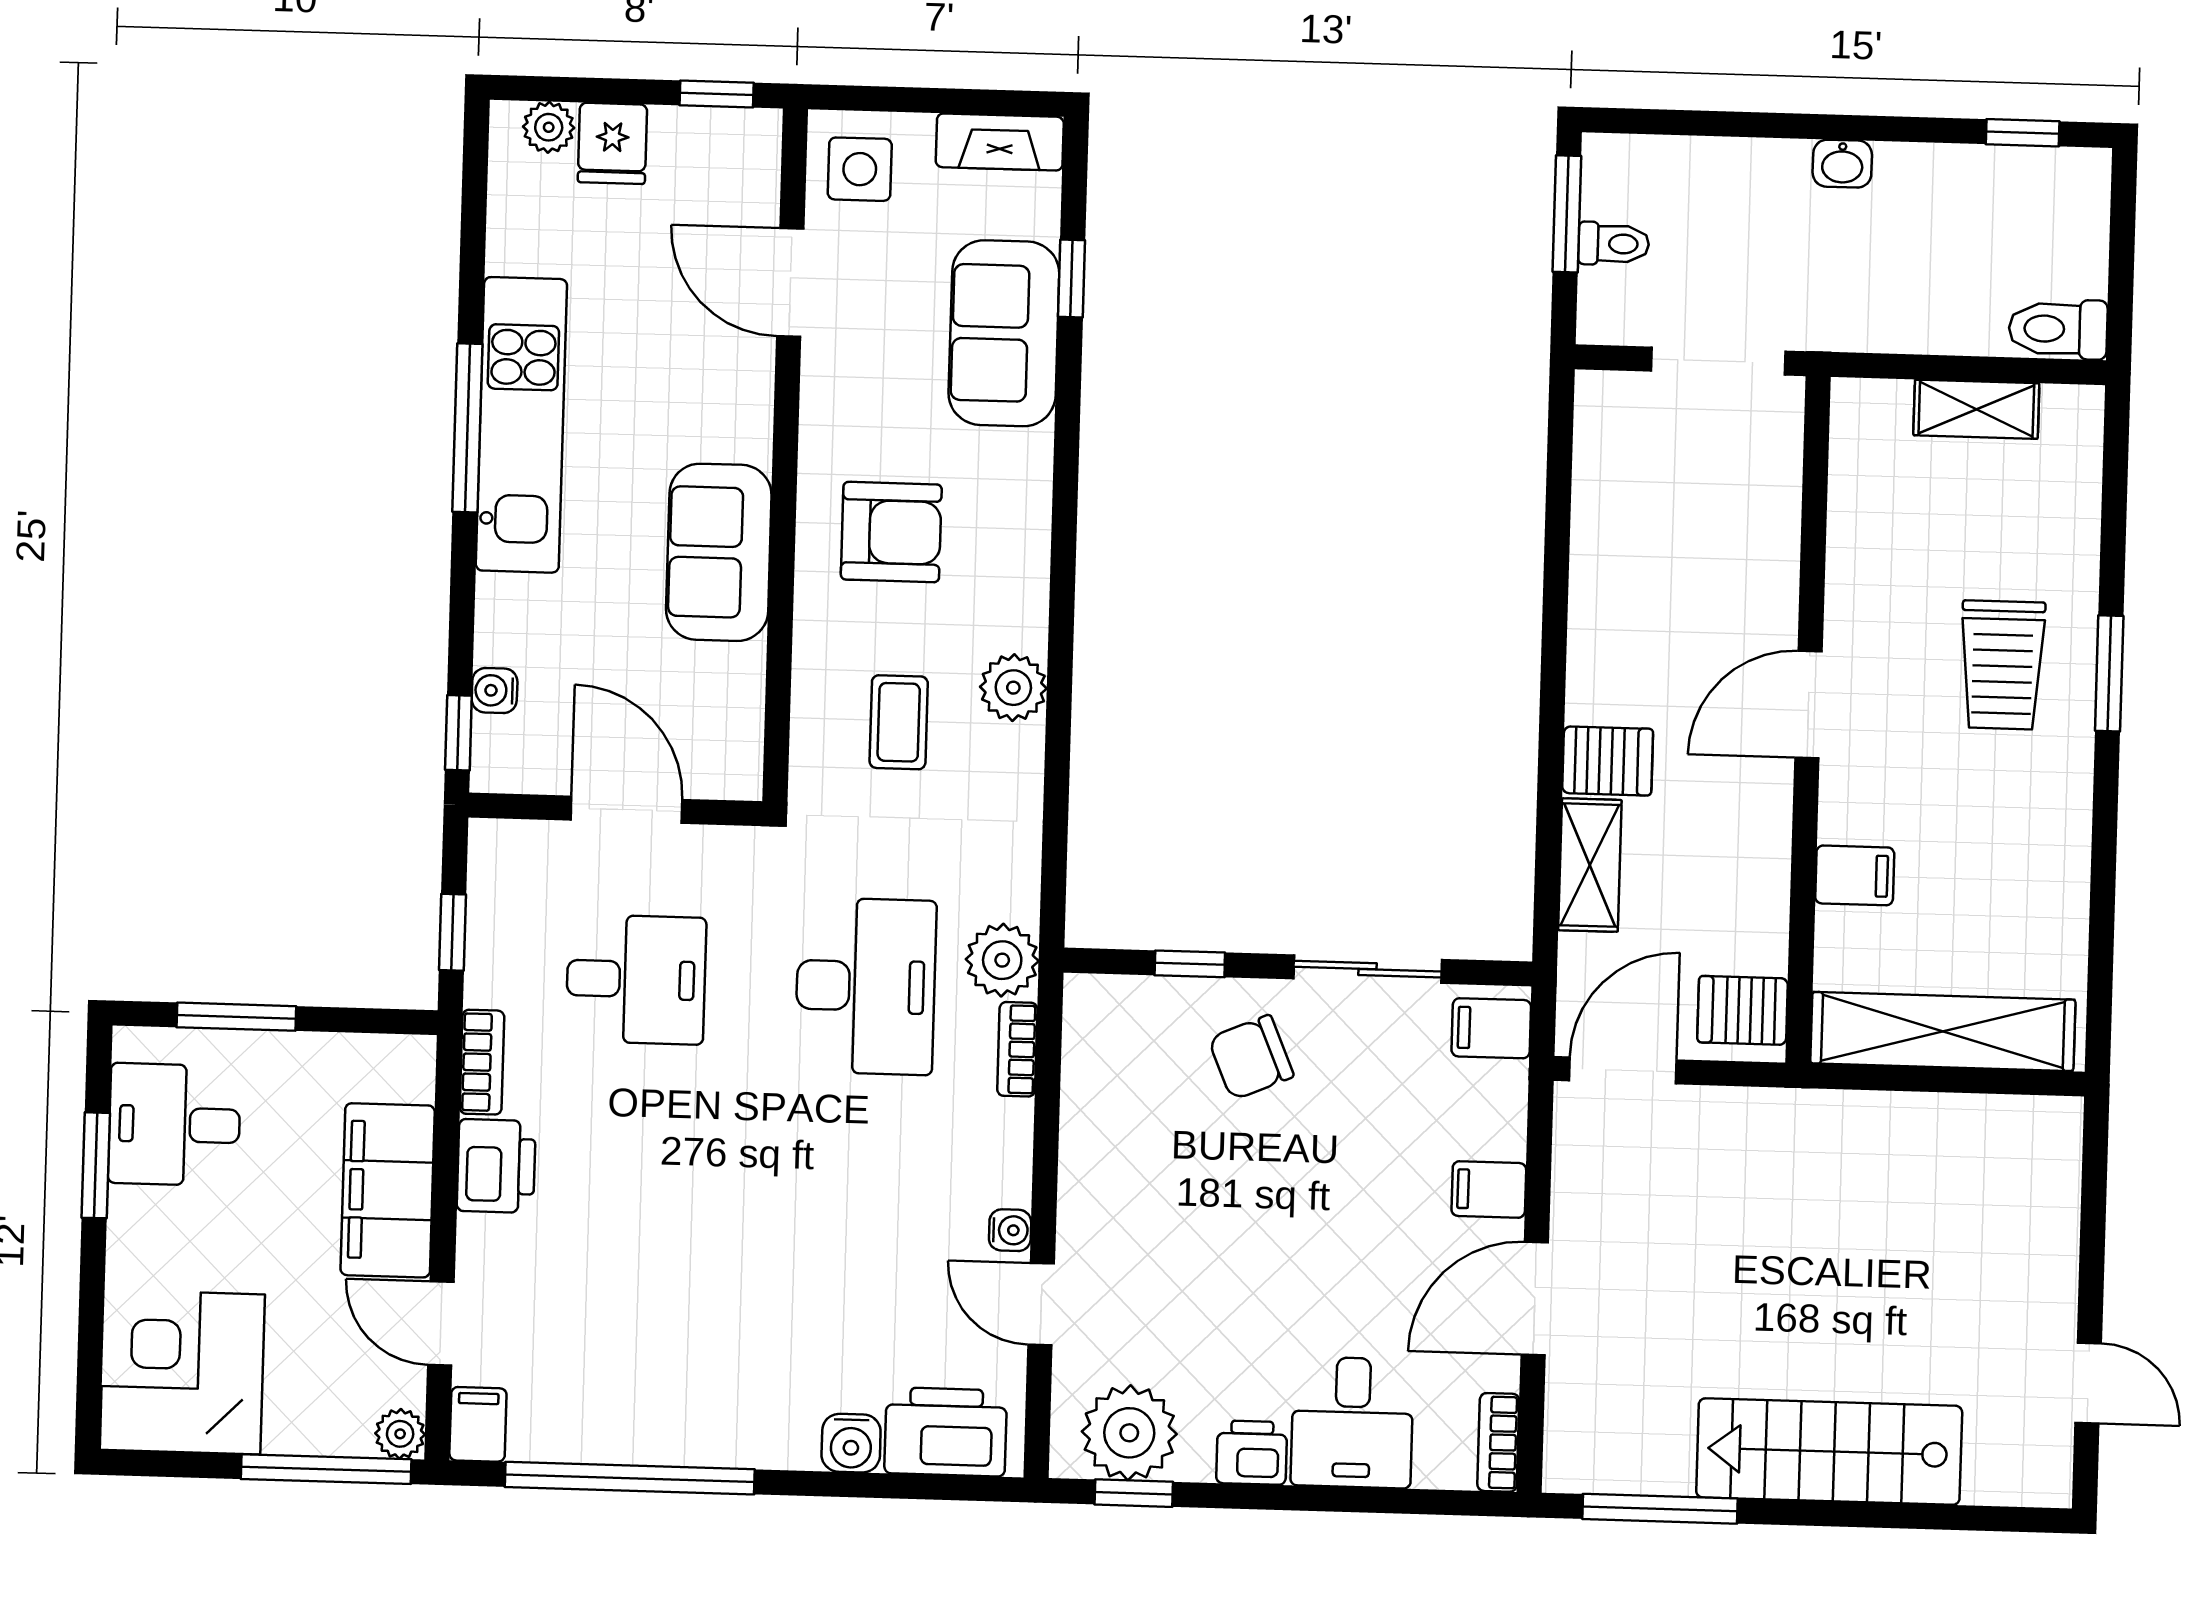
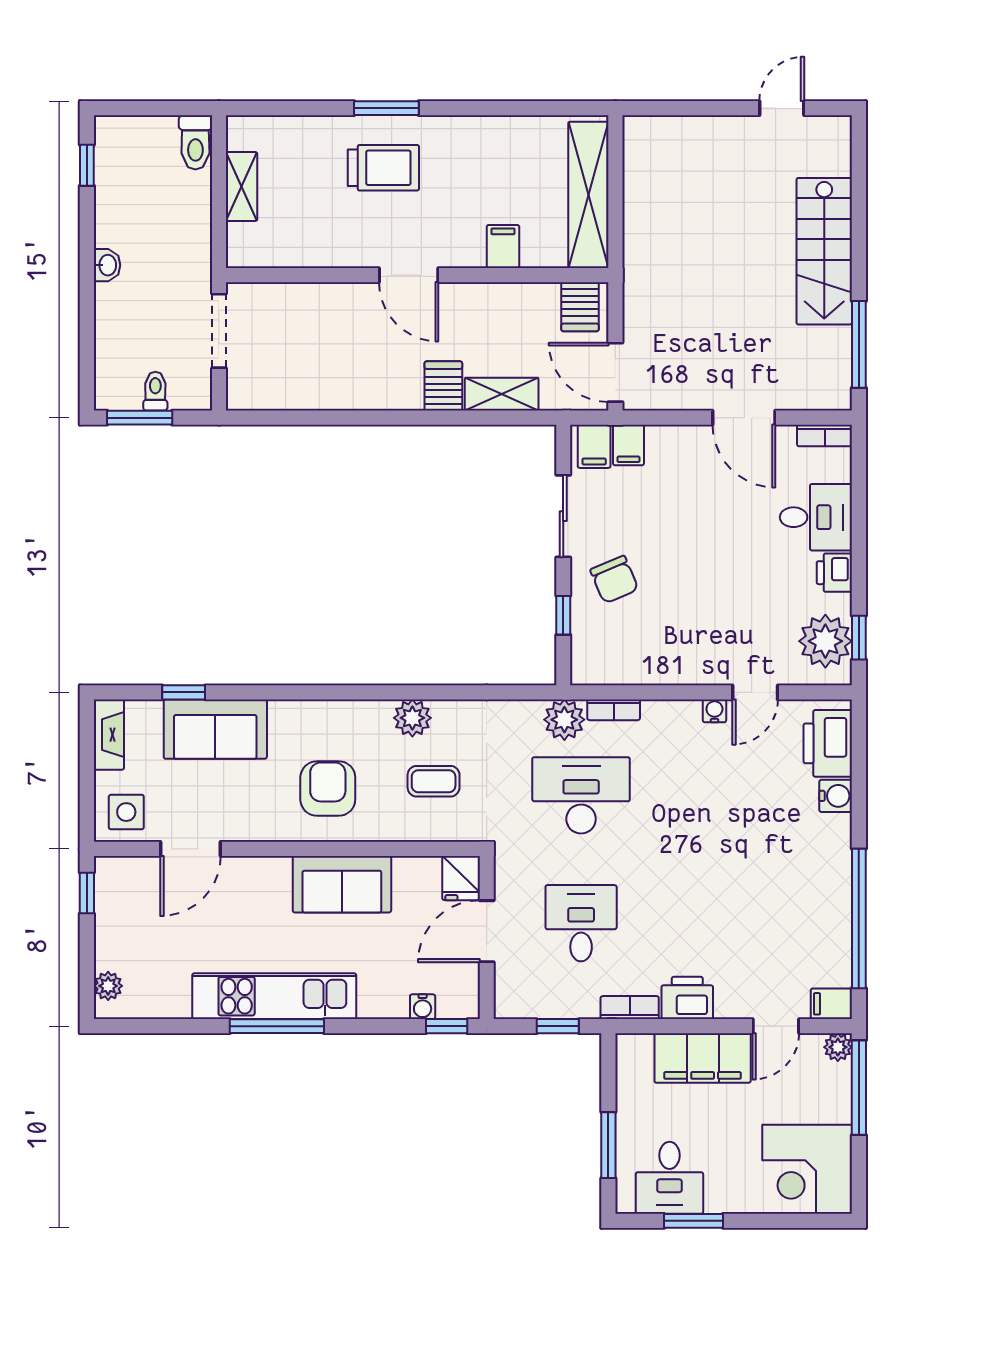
fridge: (612, 143) -> (461, 878), moved, turned 90
filing cabinet: (1489, 1189) -> (628, 445), moved

